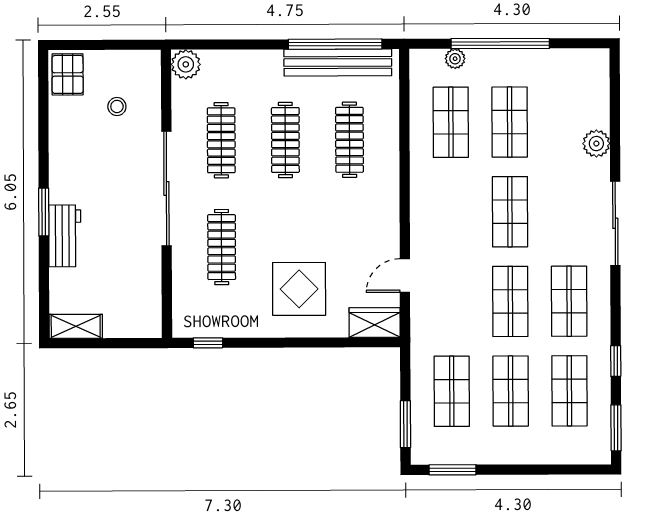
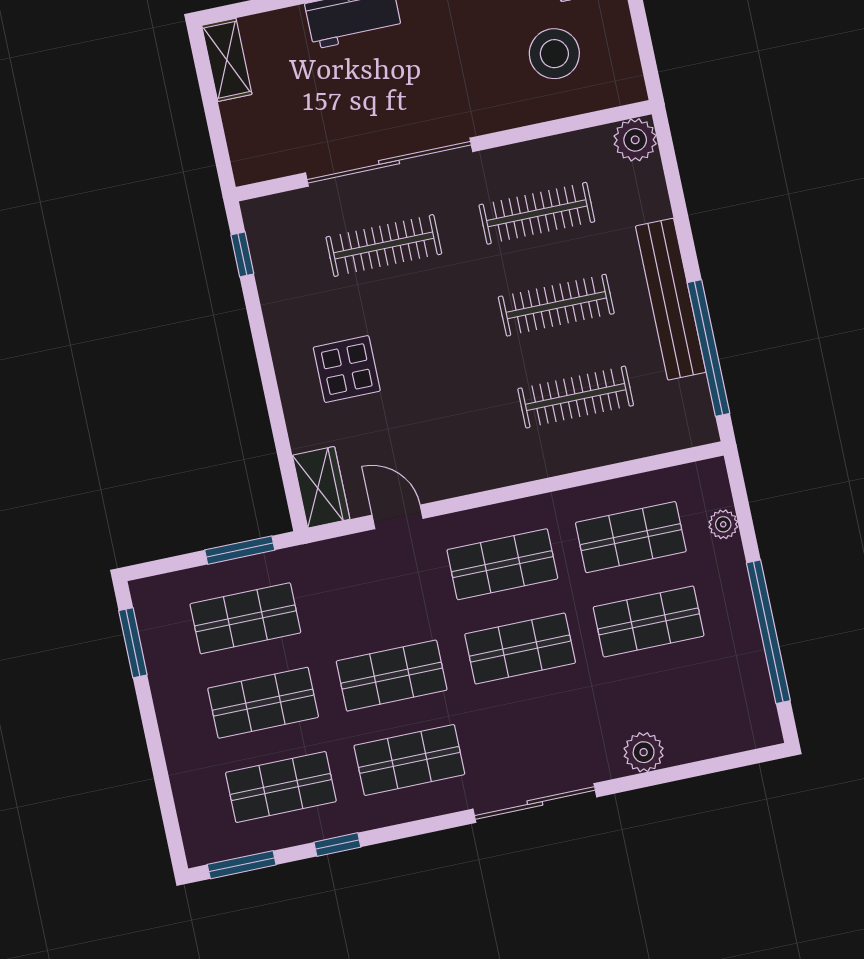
window: (500, 44) -> (768, 632), moved
bench: (338, 63) -> (671, 299), moved
stool: (117, 106) -> (554, 54), width x1.89, depth x1.89
sliding door: (166, 188) -> (389, 162), moved
shop shelf: (451, 212) -> (502, 564), added
display table: (299, 289) -> (347, 369), width x0.73, depth x0.73
window: (405, 424) -> (240, 550), moved

